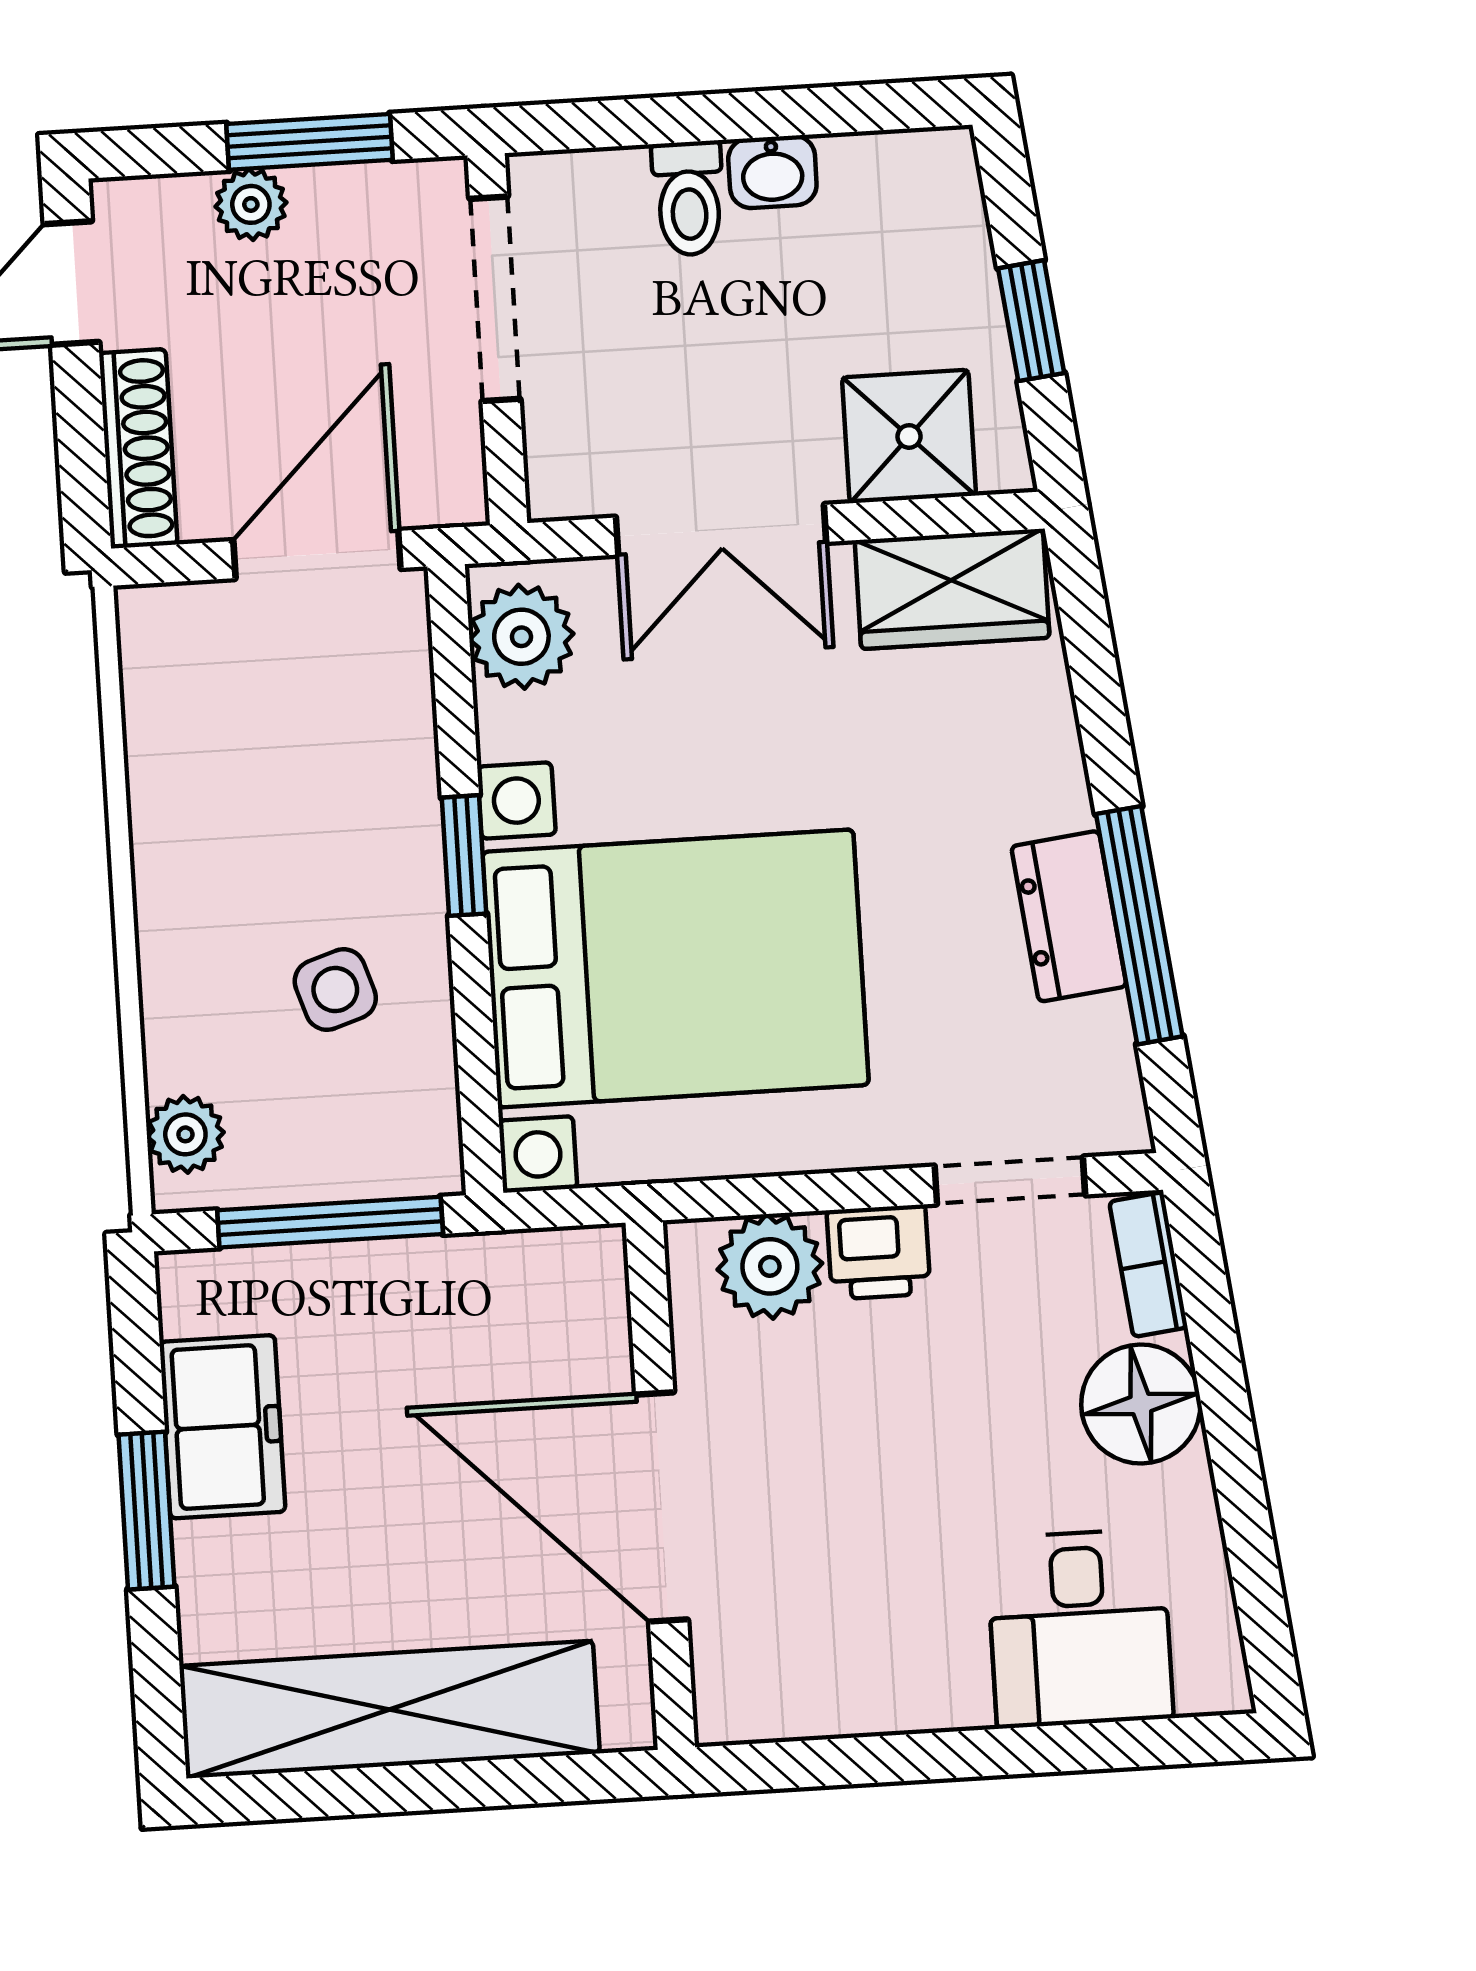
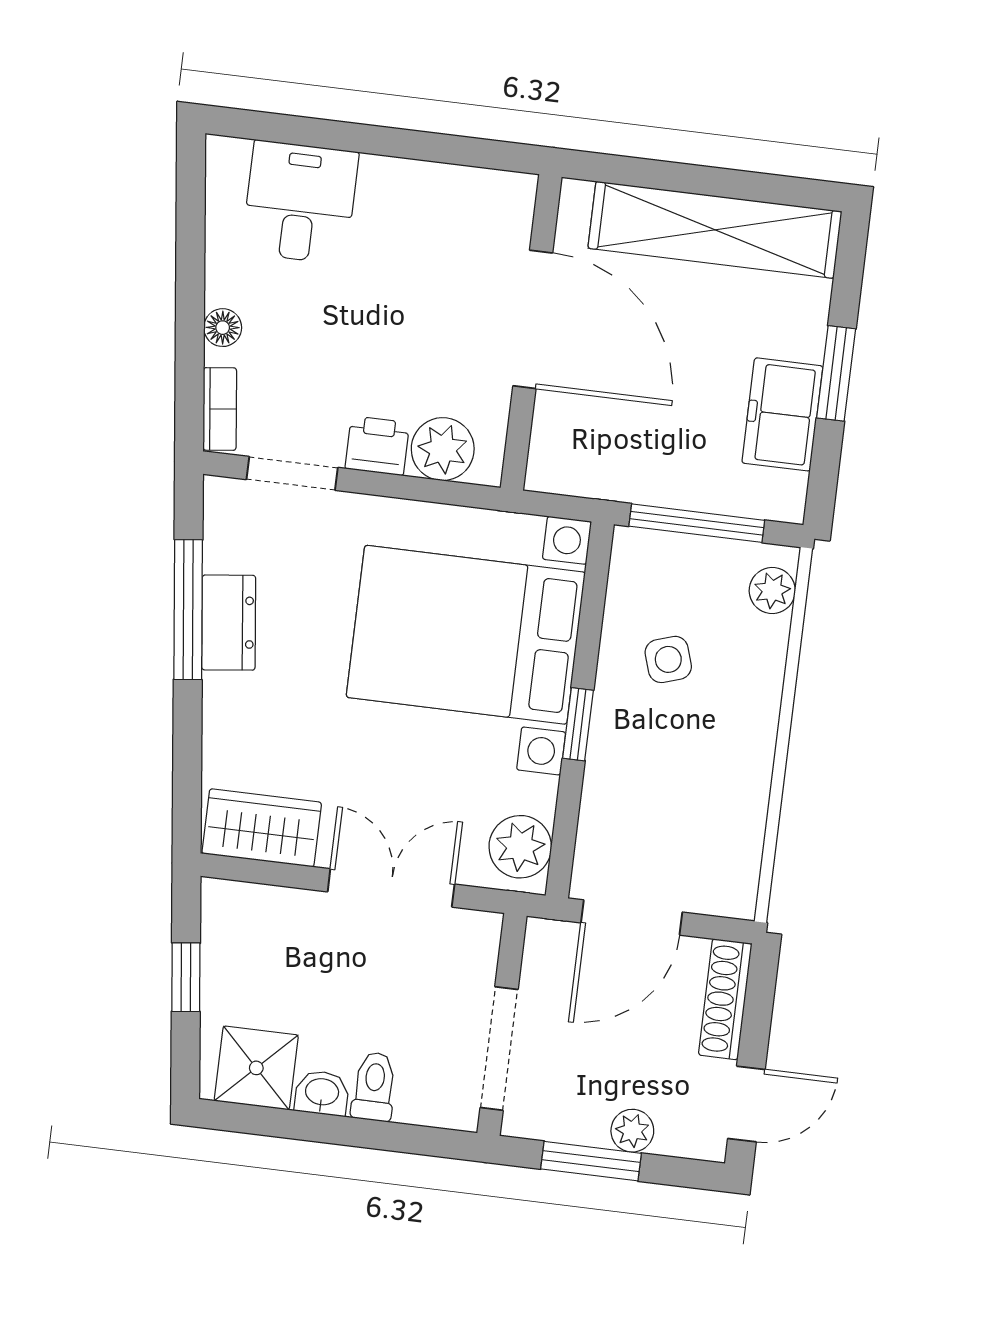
shower: (909, 436) -> (256, 1068), moved
floor lamp: (1141, 1404) -> (223, 328), width x0.53, depth x0.53

